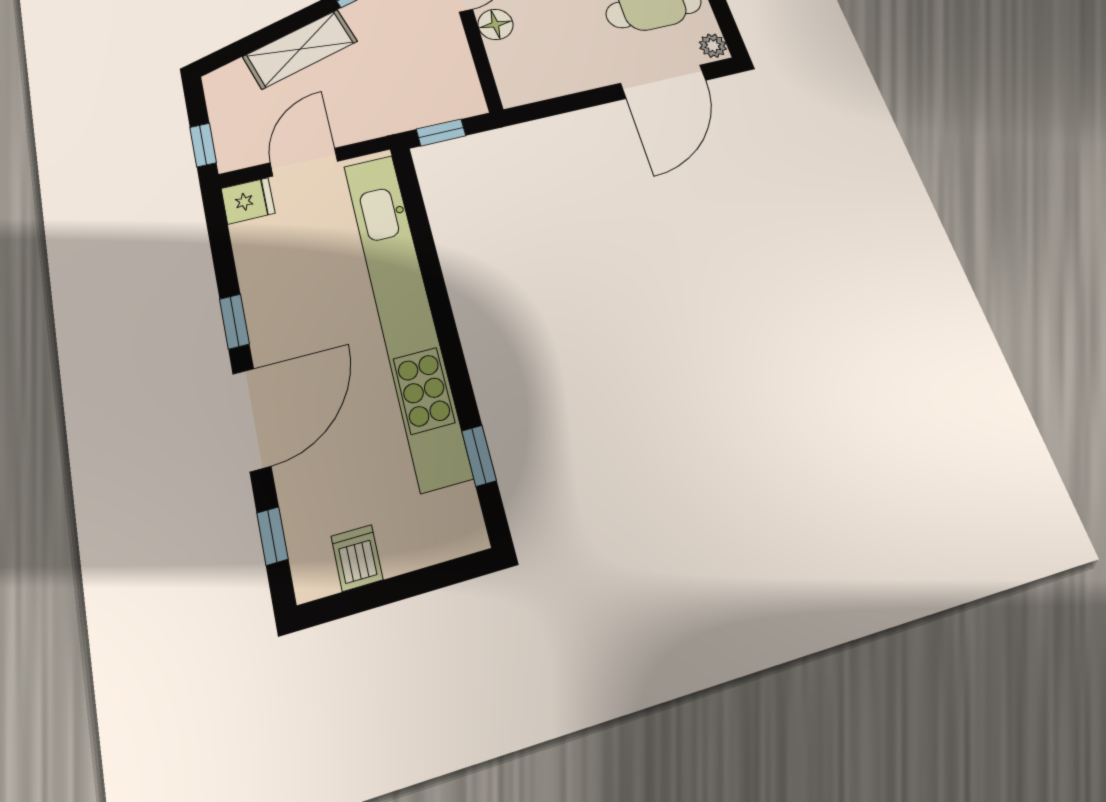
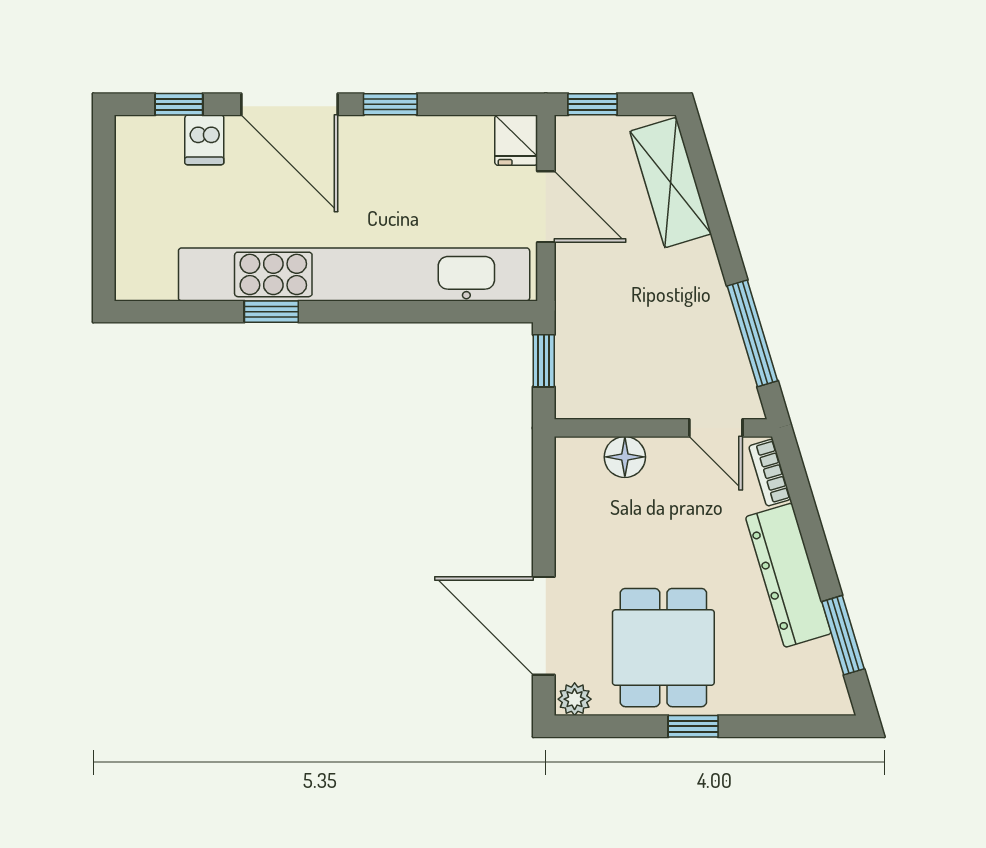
floor lamp: (495, 24) -> (625, 457), moved
shelving: (300, 49) -> (671, 183), moved
window: (479, 456) -> (271, 312), moved
dishwasher: (357, 558) -> (204, 140), moved, turned 90

